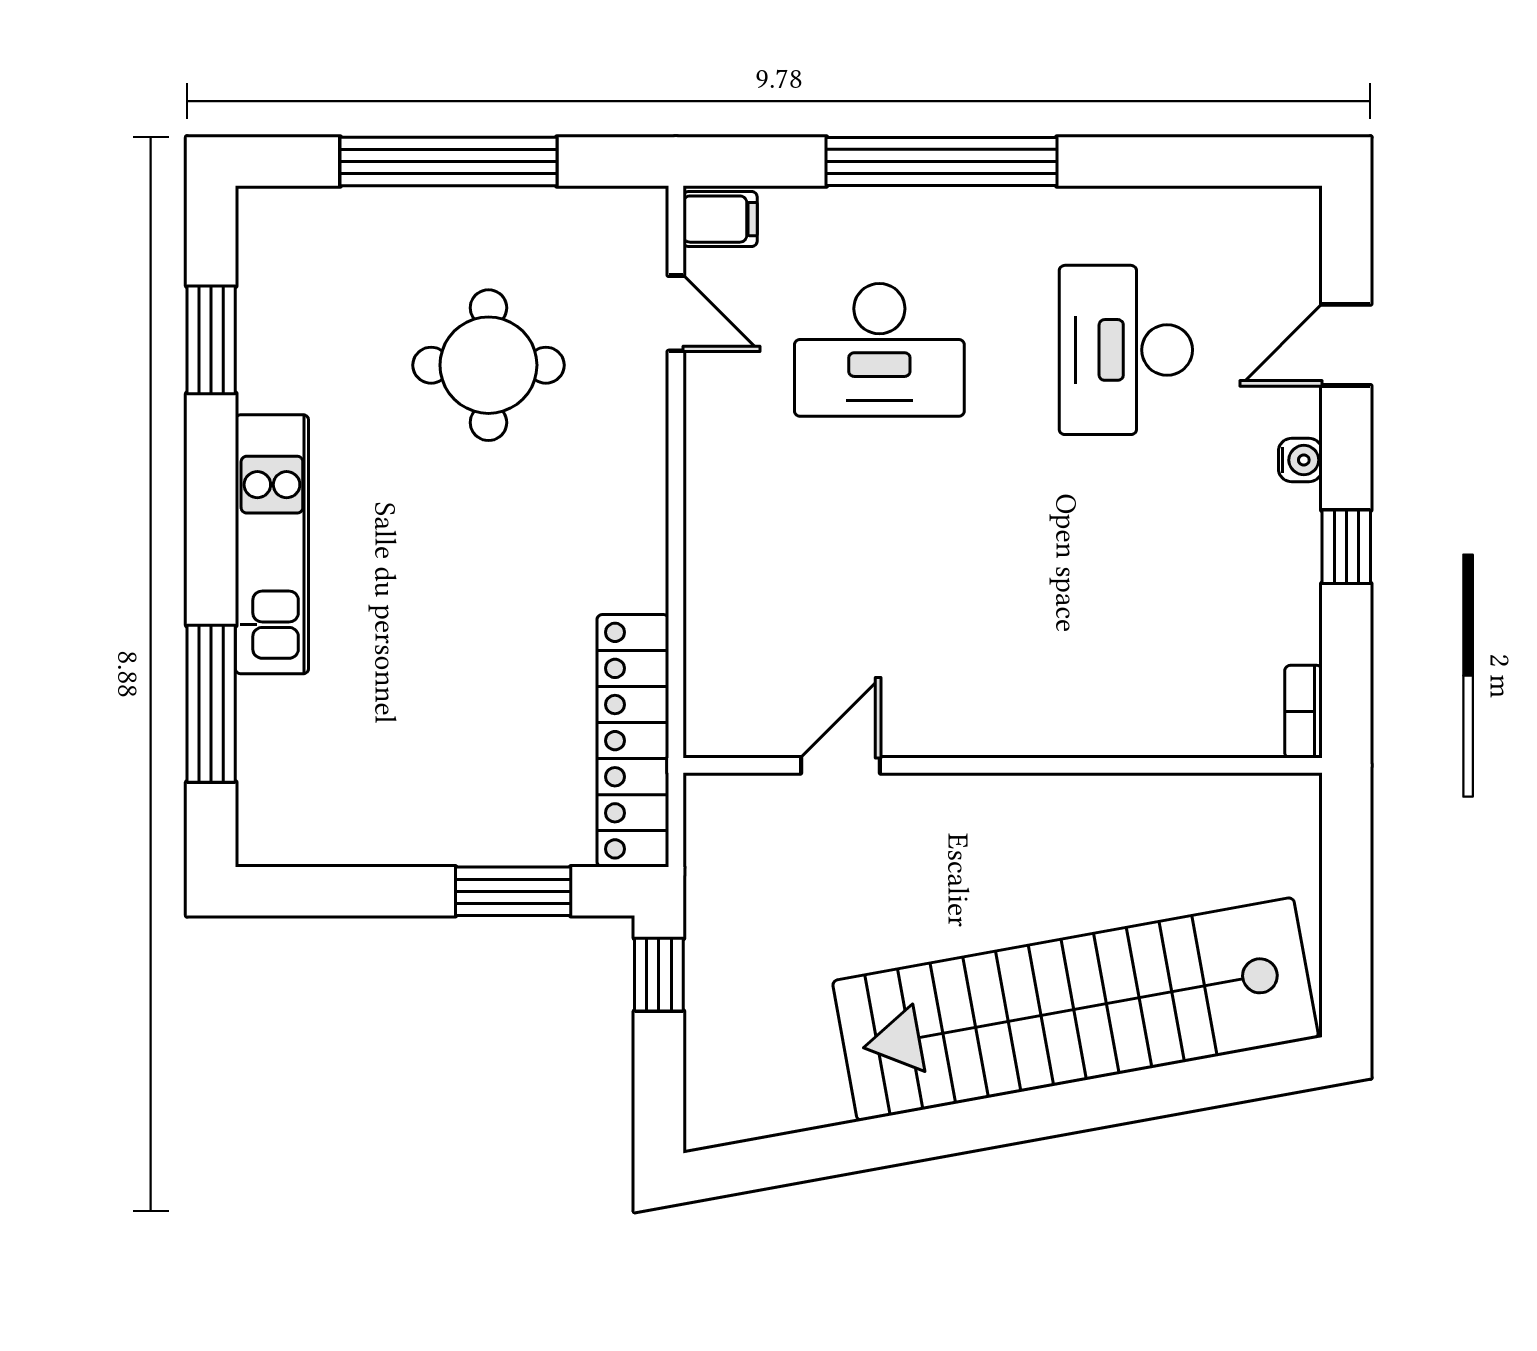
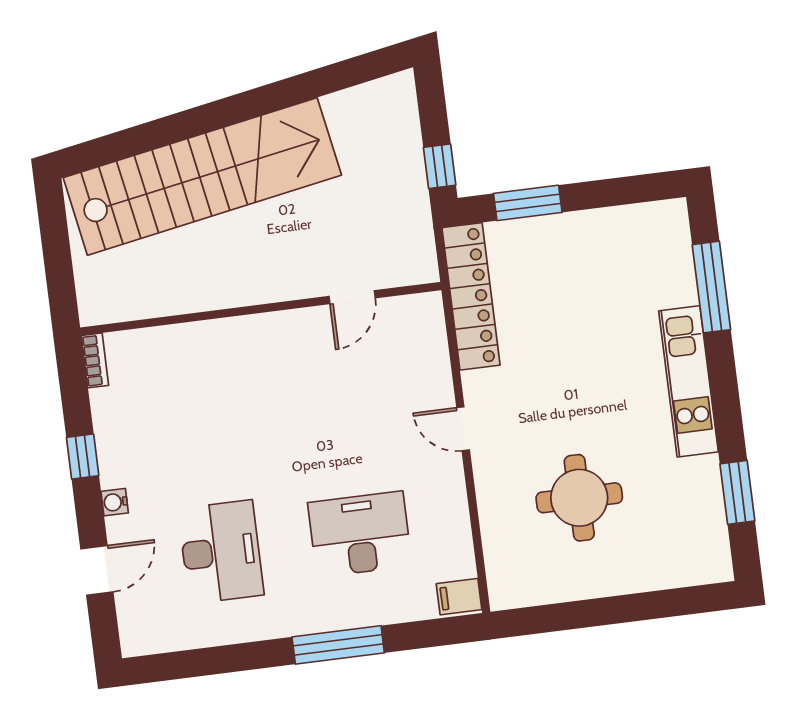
window: (448, 162) -> (616, 610), removed
window: (942, 162) -> (338, 645), width x0.68
door: (676, 313) -> (463, 429), moved

